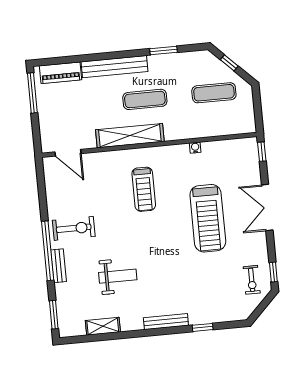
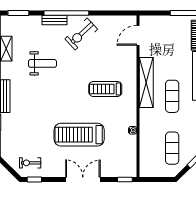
exercise bike: (74, 228) -> (81, 34), turned 47
weight bench: (118, 276) -> (42, 63), turned -90

